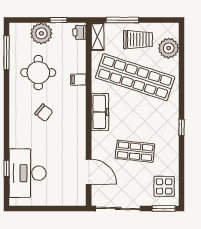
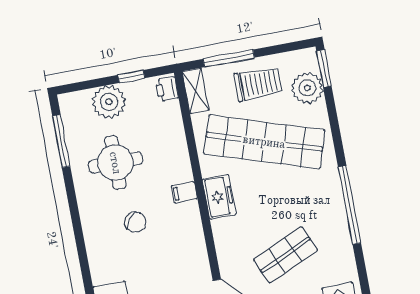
window: (181, 38) -> (324, 68), added
filing cabinet: (78, 80) -> (184, 192), moved
freezer: (100, 112) -> (219, 197), width x0.71
window: (181, 127) -> (350, 205), width x3.17
shop shelf: (135, 151) -> (286, 255), turned -30

